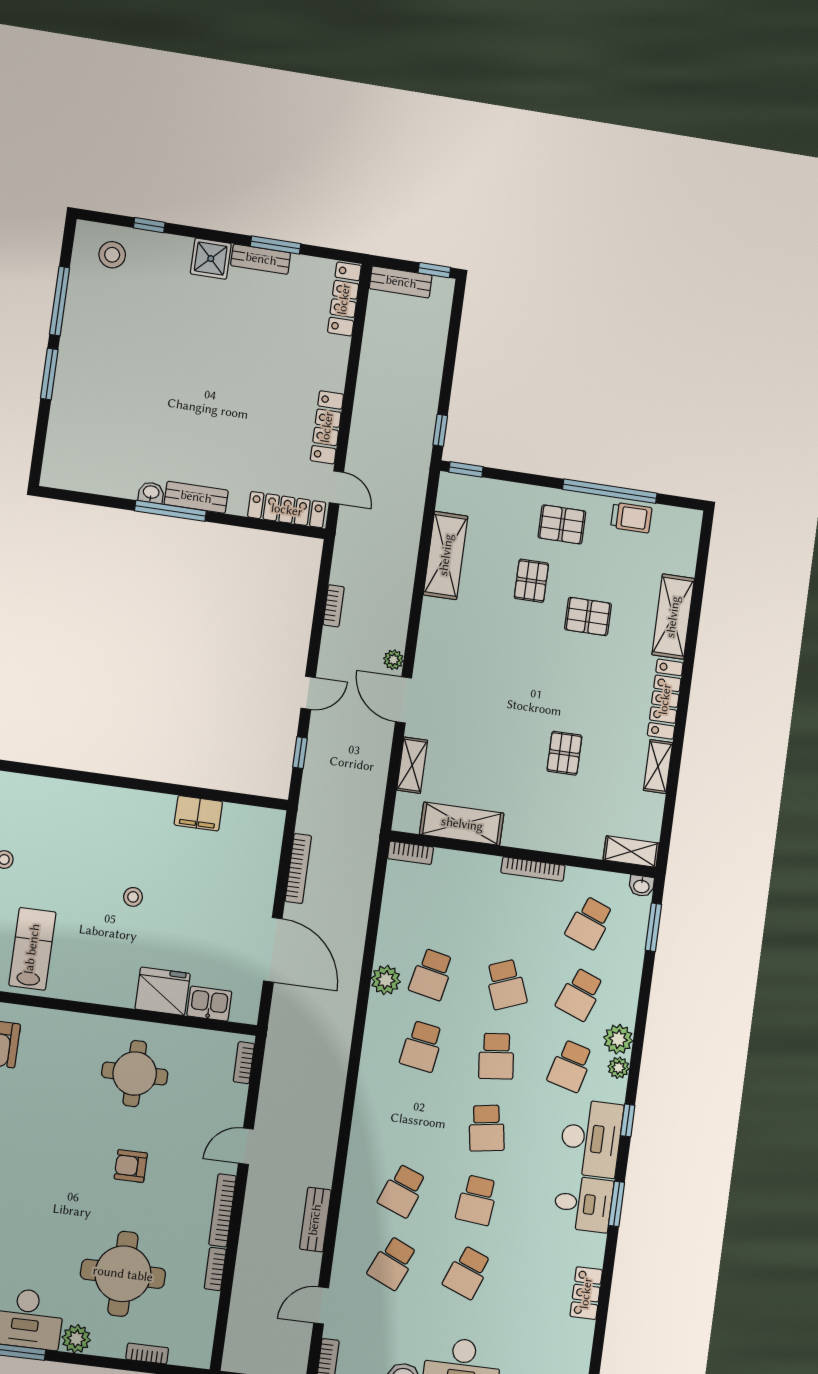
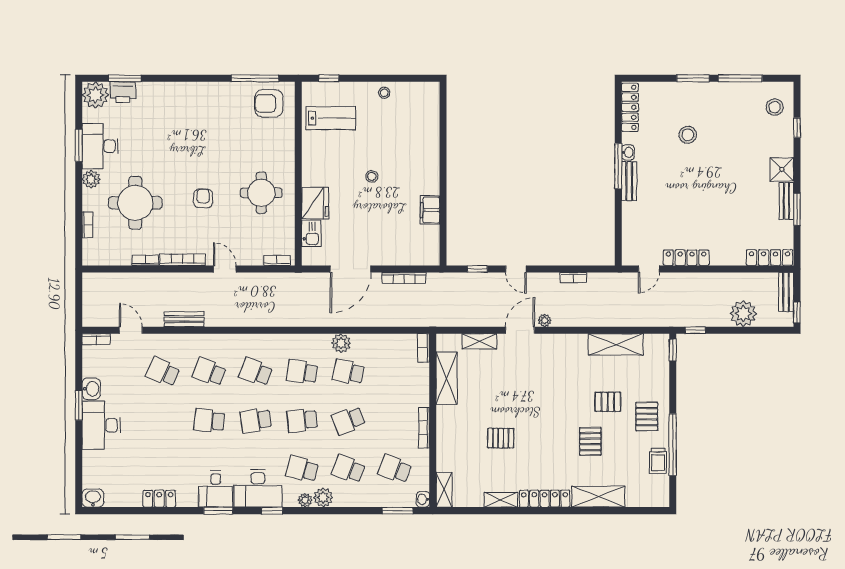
plant: (425, 353) -> (743, 314), added
stool: (137, 396) -> (688, 135), added
locker: (287, 510) -> (630, 107), moved
school desk: (467, 1272) -> (256, 372), moved

